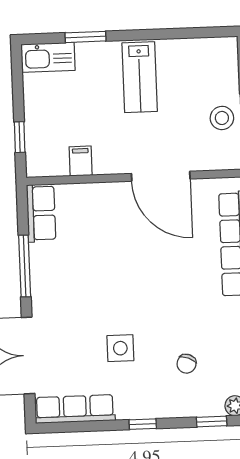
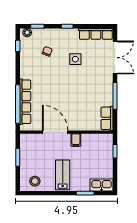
stool: (222, 118) -> (35, 181), moved
filing cabinet: (81, 161) -> (76, 140), moved

